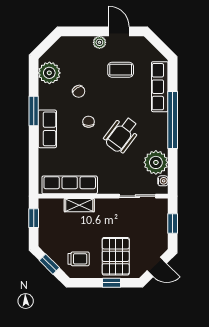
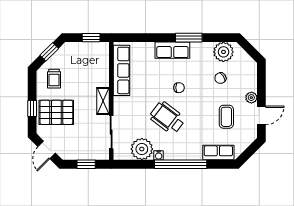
row of seats: (160, 87) -> (218, 153), width x0.68
chair: (79, 91) -> (220, 78), moved
water cooler: (163, 181) -> (159, 155), moved
shelving: (79, 205) -> (103, 101), moved

